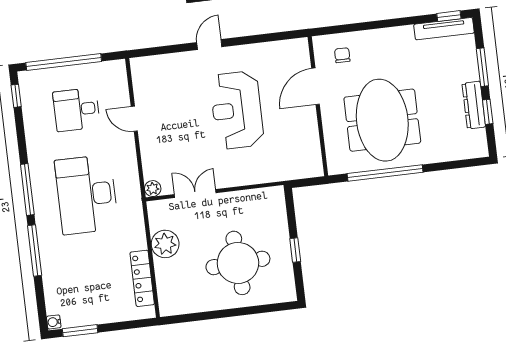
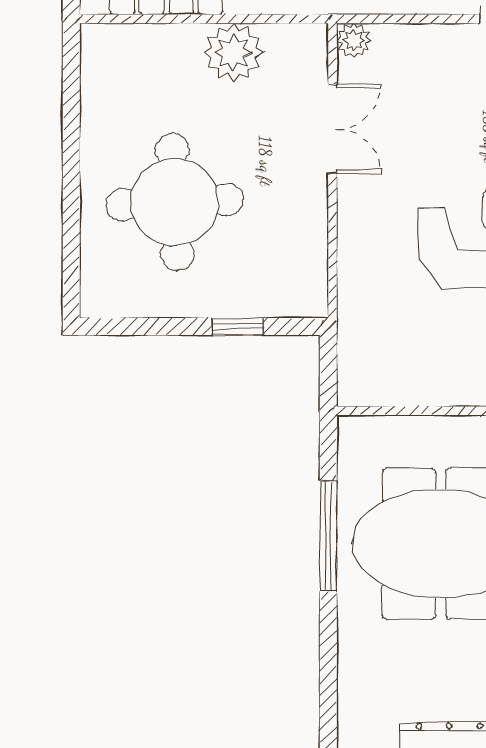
window: (385, 173) -> (328, 536), width x0.68
window: (295, 250) -> (238, 327), moved

